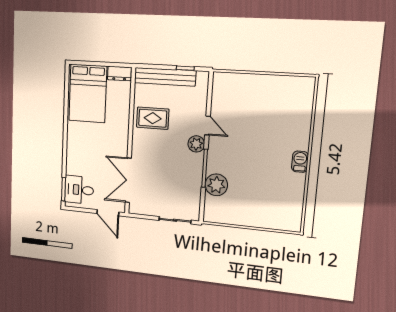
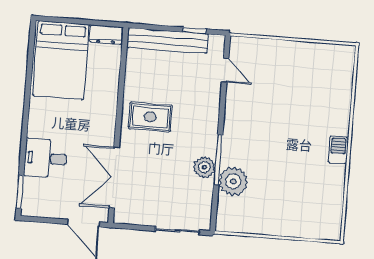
rug: (153, 118) -> (150, 117), moved
door: (208, 126) -> (225, 70), moved
plant: (196, 144) -> (204, 167), moved
desk: (79, 190) -> (46, 158), moved

